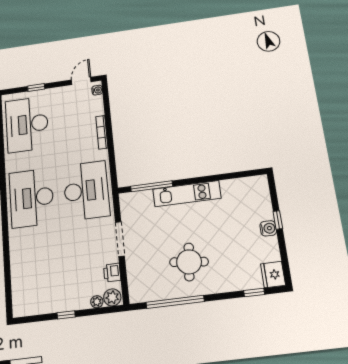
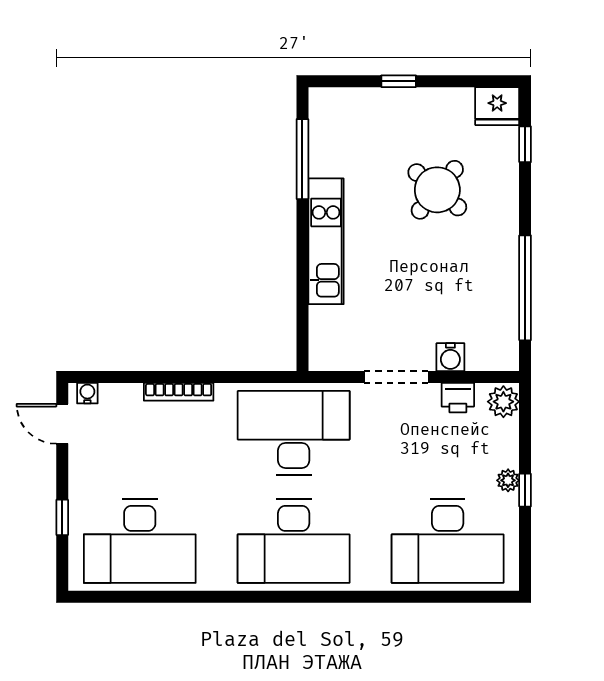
window: (152, 186) -> (302, 159), moved
water cooler: (268, 228) -> (450, 357), moved, turned 180
round table: (189, 262) -> (437, 190), moved, turned 34
desk: (36, 276) -> (448, 541), added
plant: (97, 302) -> (508, 480), moved

